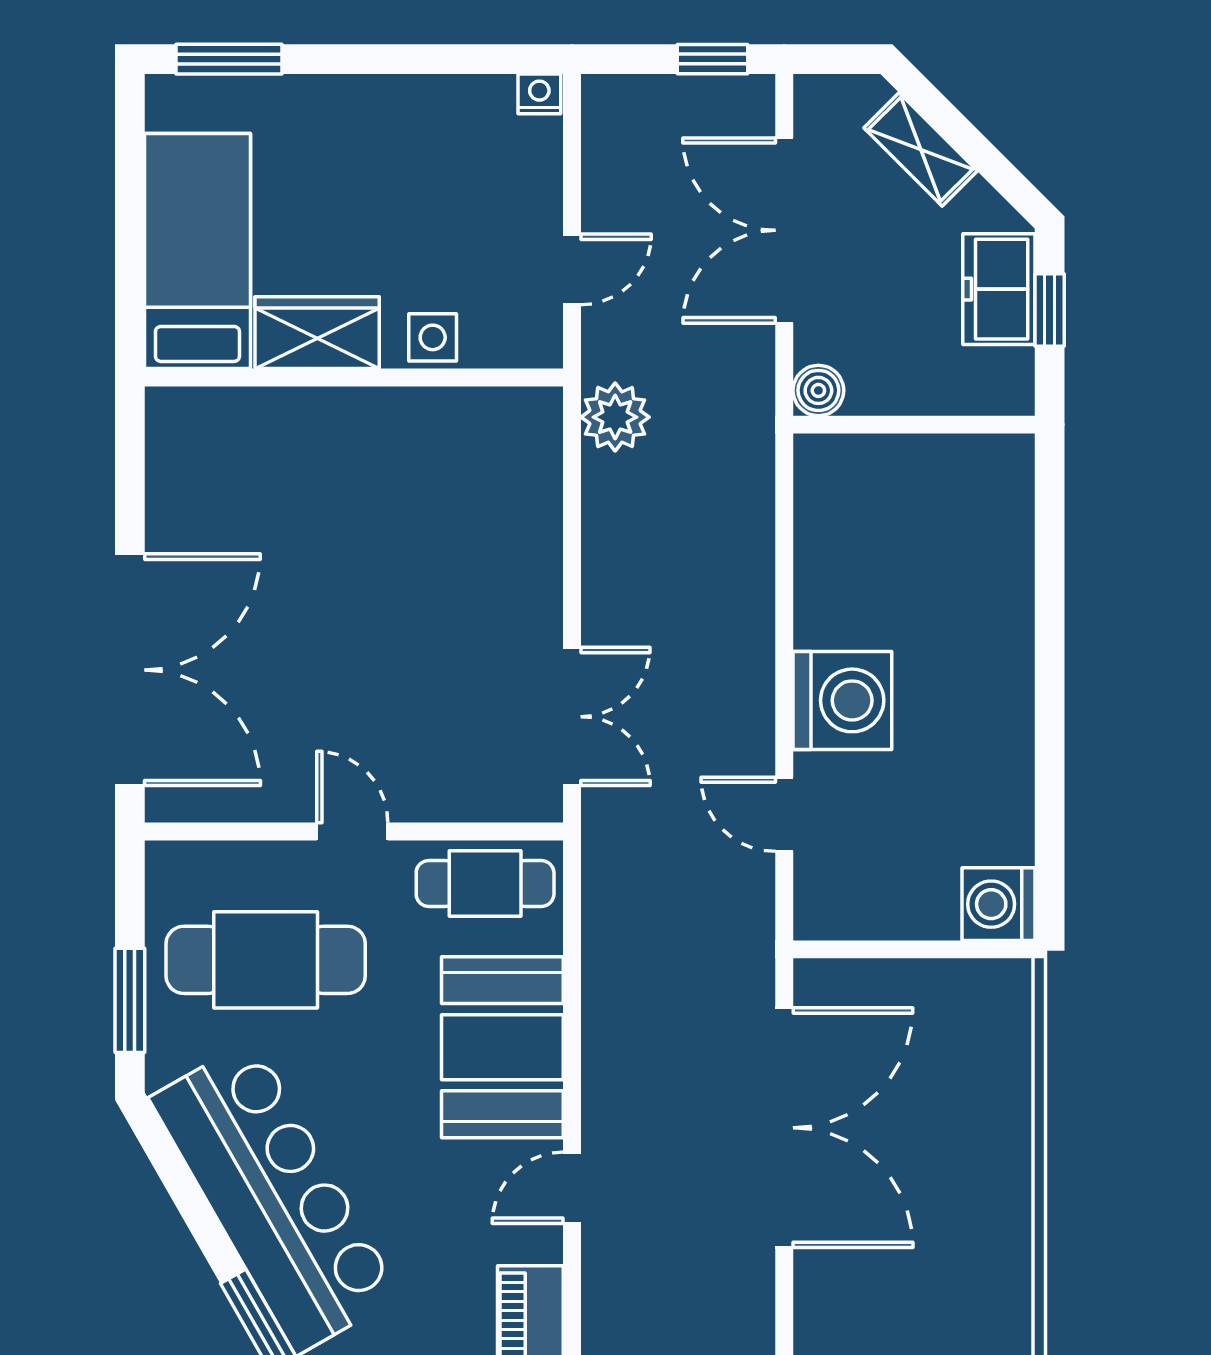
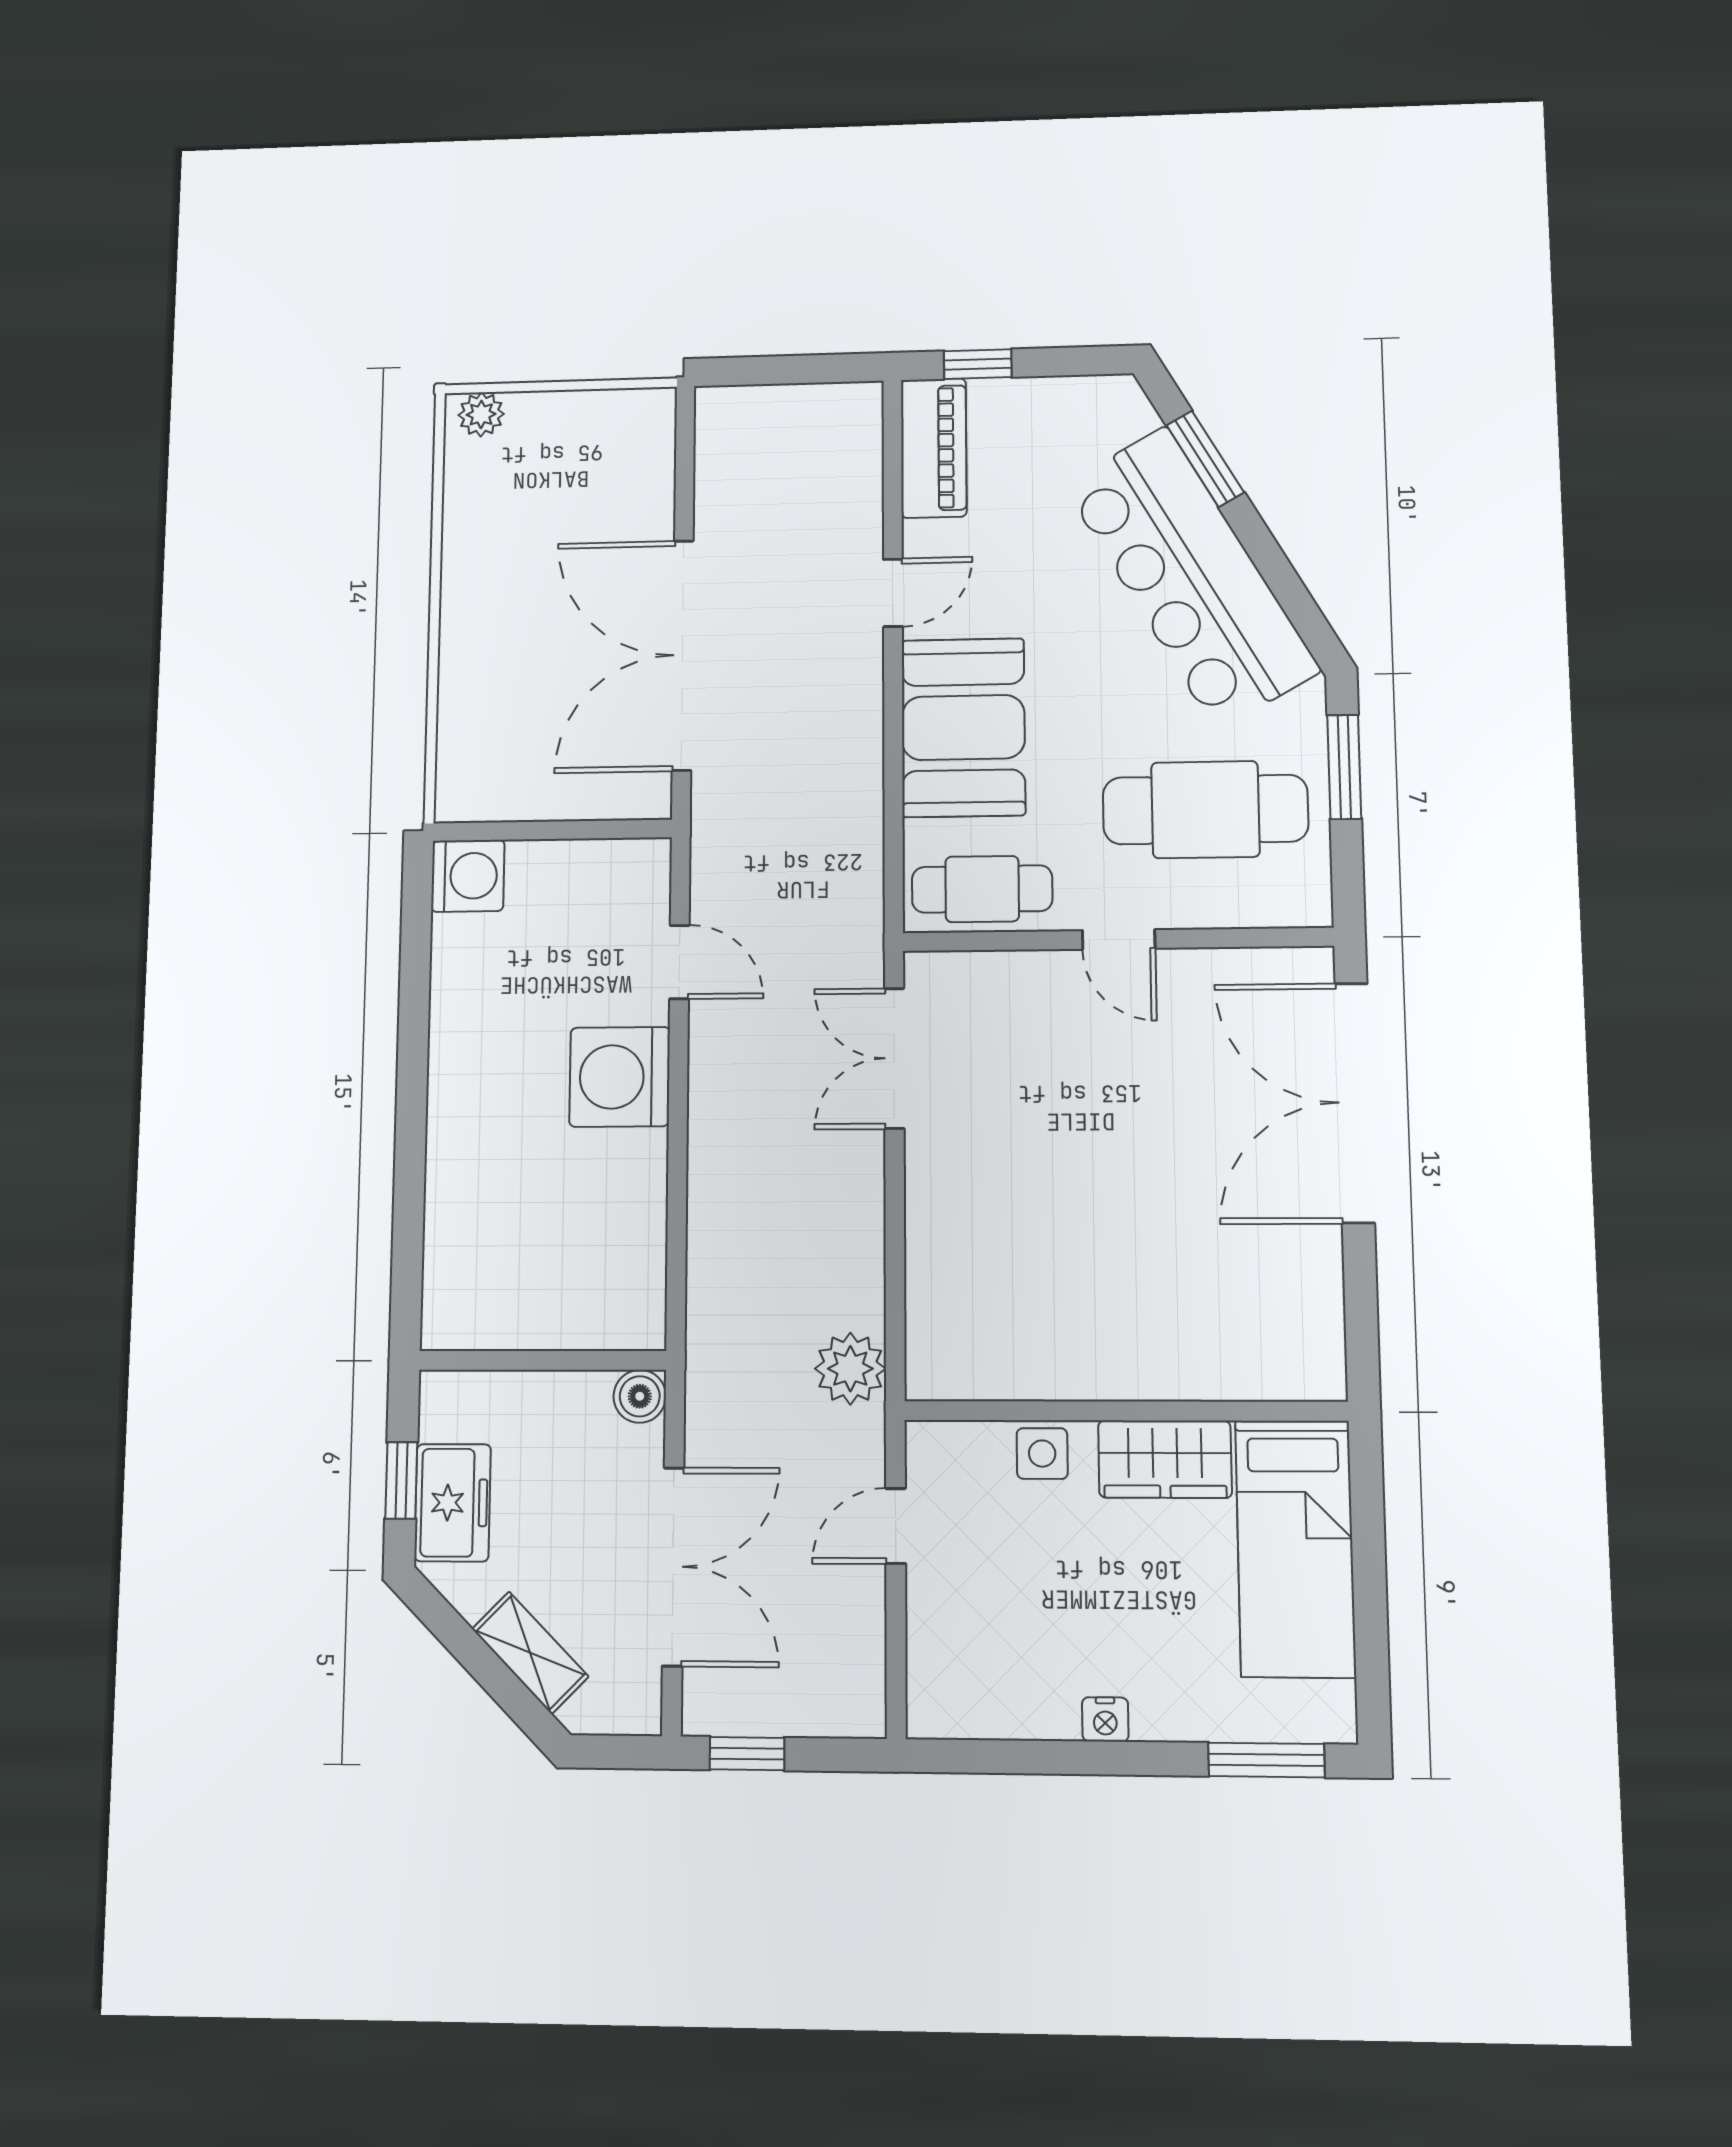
nightstand: (539, 94) -> (1105, 1719), moved

